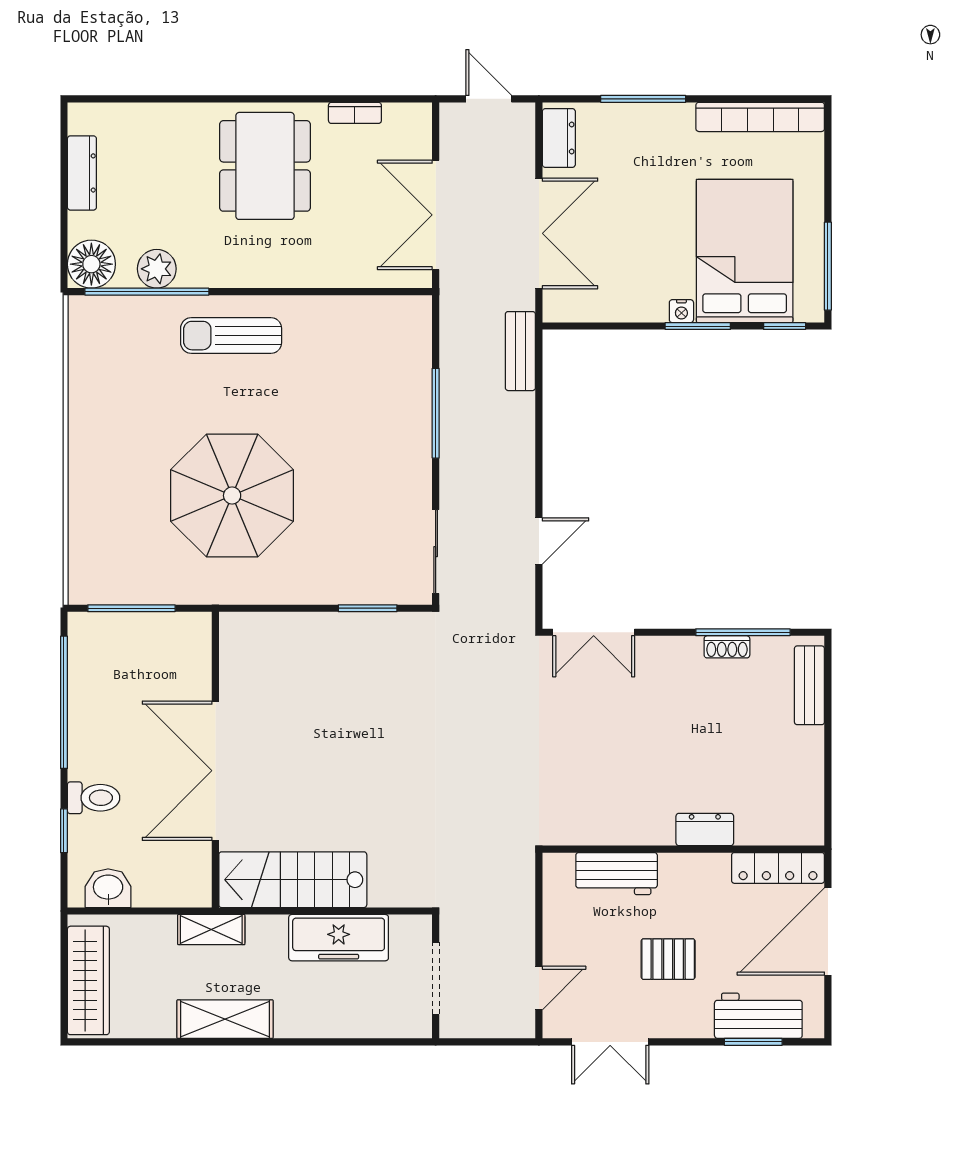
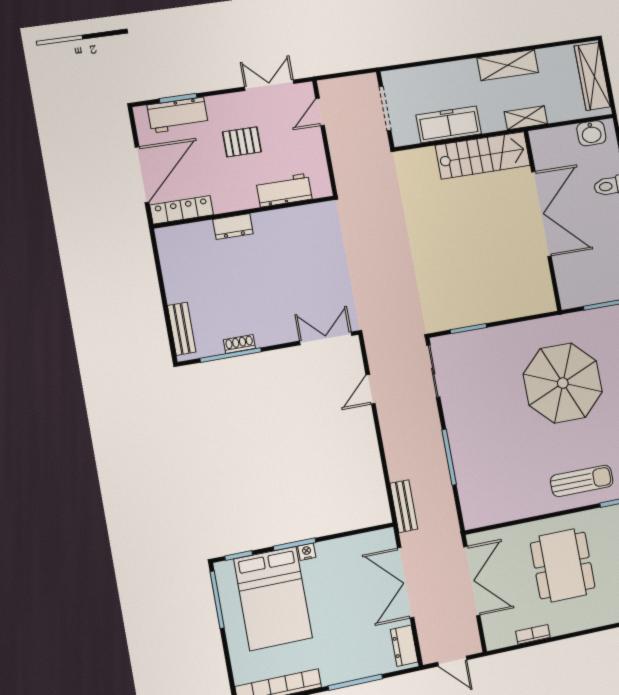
dining table: (265, 166) -> (563, 565), moved

